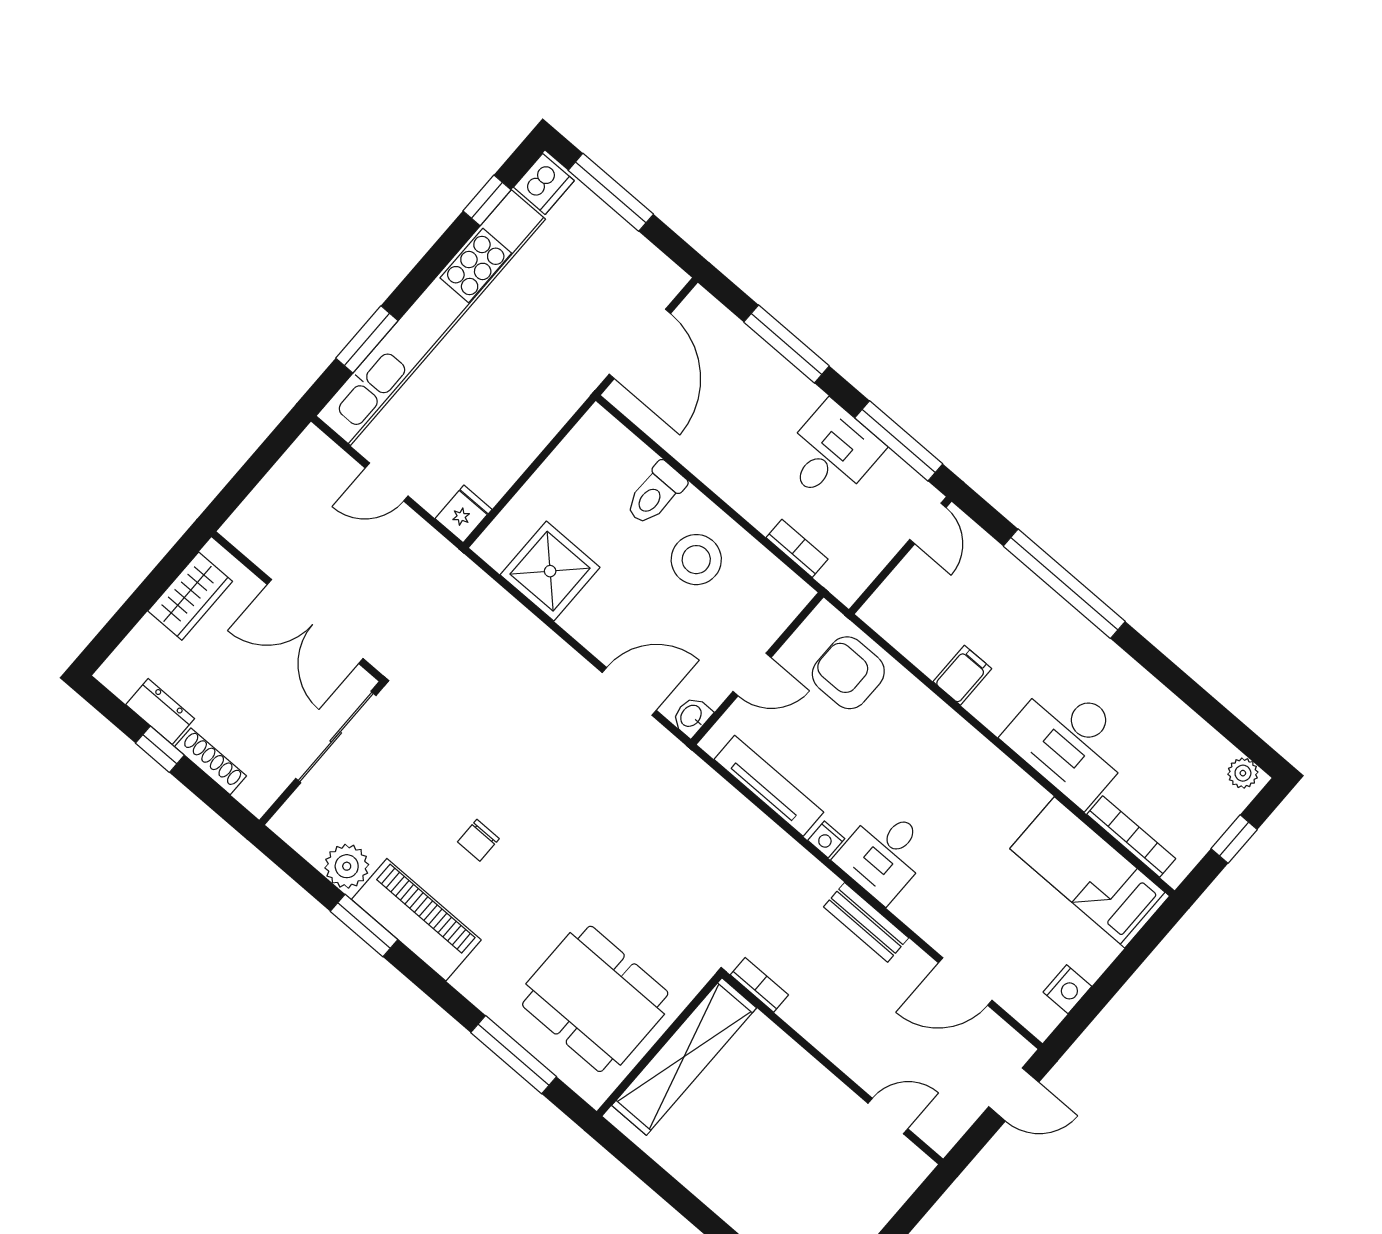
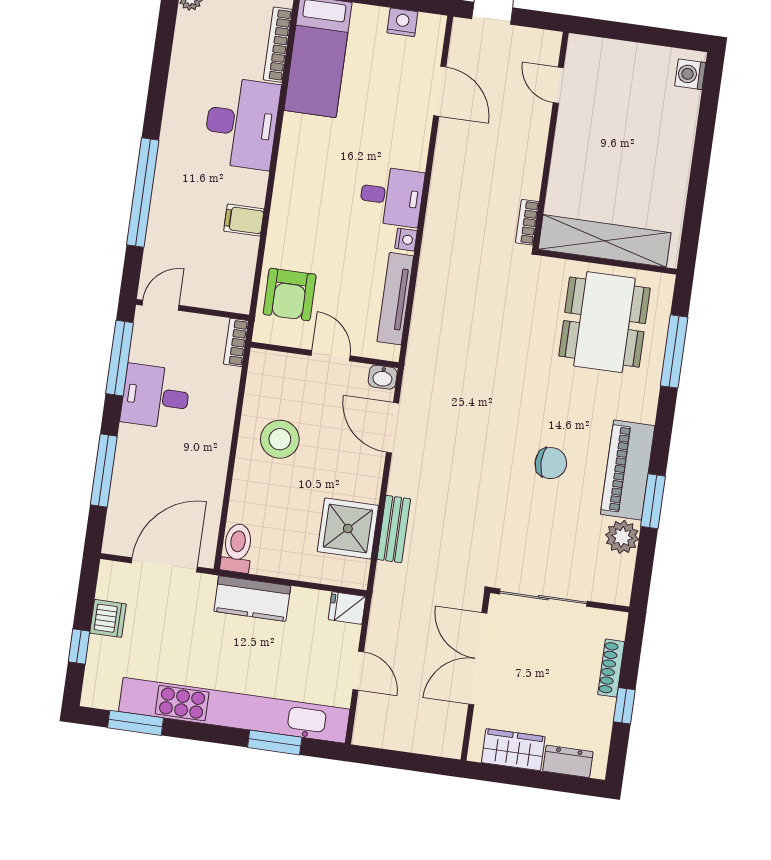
dishwasher: (544, 184) -> (108, 618), moved, turned 90
window: (611, 192) -> (79, 647), width x0.46
window: (487, 200) -> (135, 723), width x1.50
kitchen counter: (541, 417) -> (252, 599), added
toilet: (655, 494) -> (237, 548), moved, turned -90
bookcase: (797, 548) -> (236, 342), moved
double door: (315, 622) -> (478, 659), swing flipped
dresser: (160, 712) -> (568, 761), moved, turned 90
chair: (478, 840) -> (551, 463), width x1.37, depth x1.37
bench: (866, 922) -> (394, 529), moved

